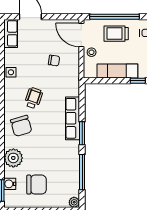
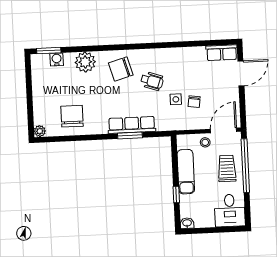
side table: (11, 72) -> (176, 99), moved
window: (82, 133) -> (130, 135), moved
window: (82, 172) -> (73, 138), removed
chair: (37, 185) -> (72, 116), moved, turned 180

